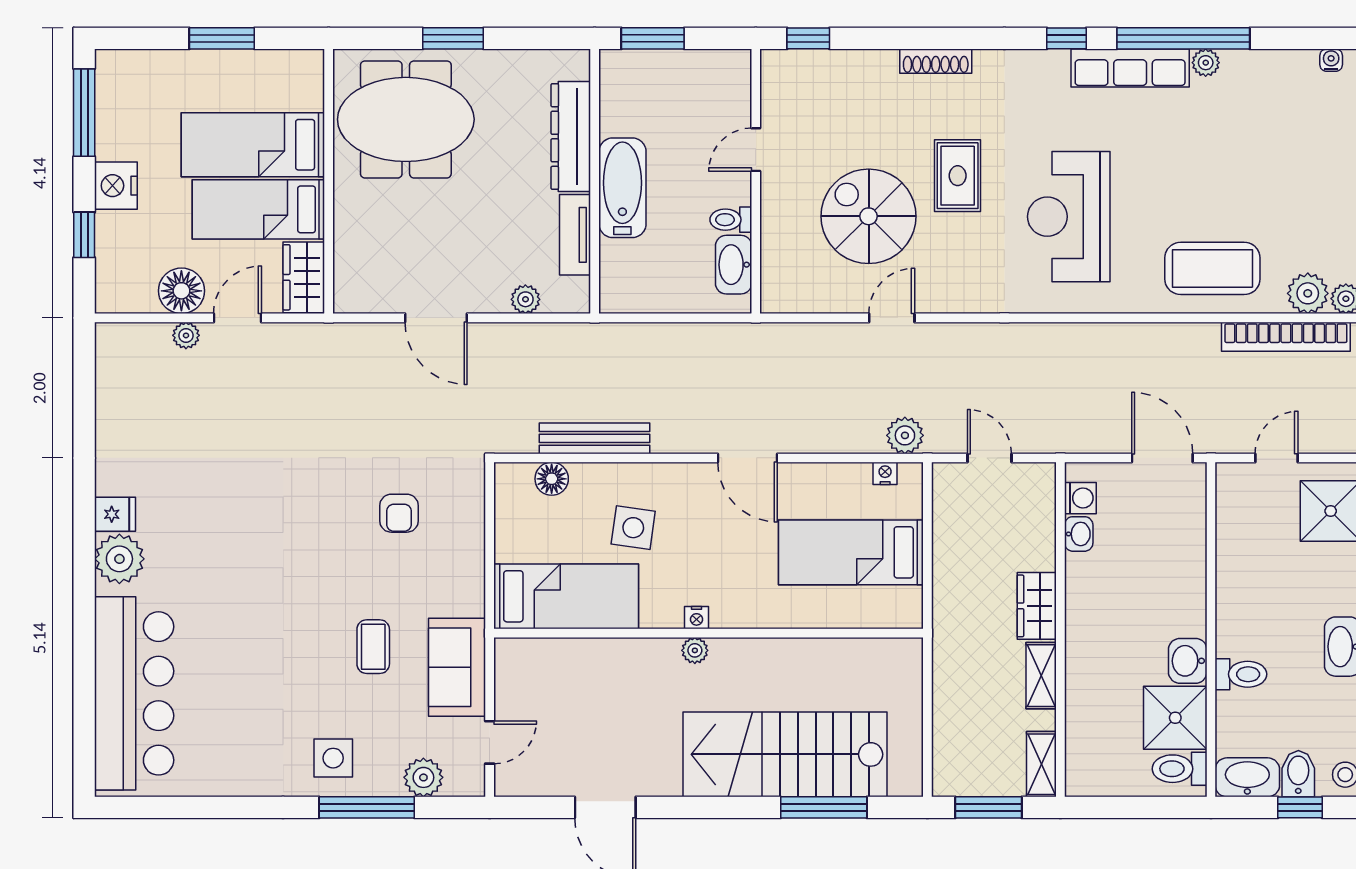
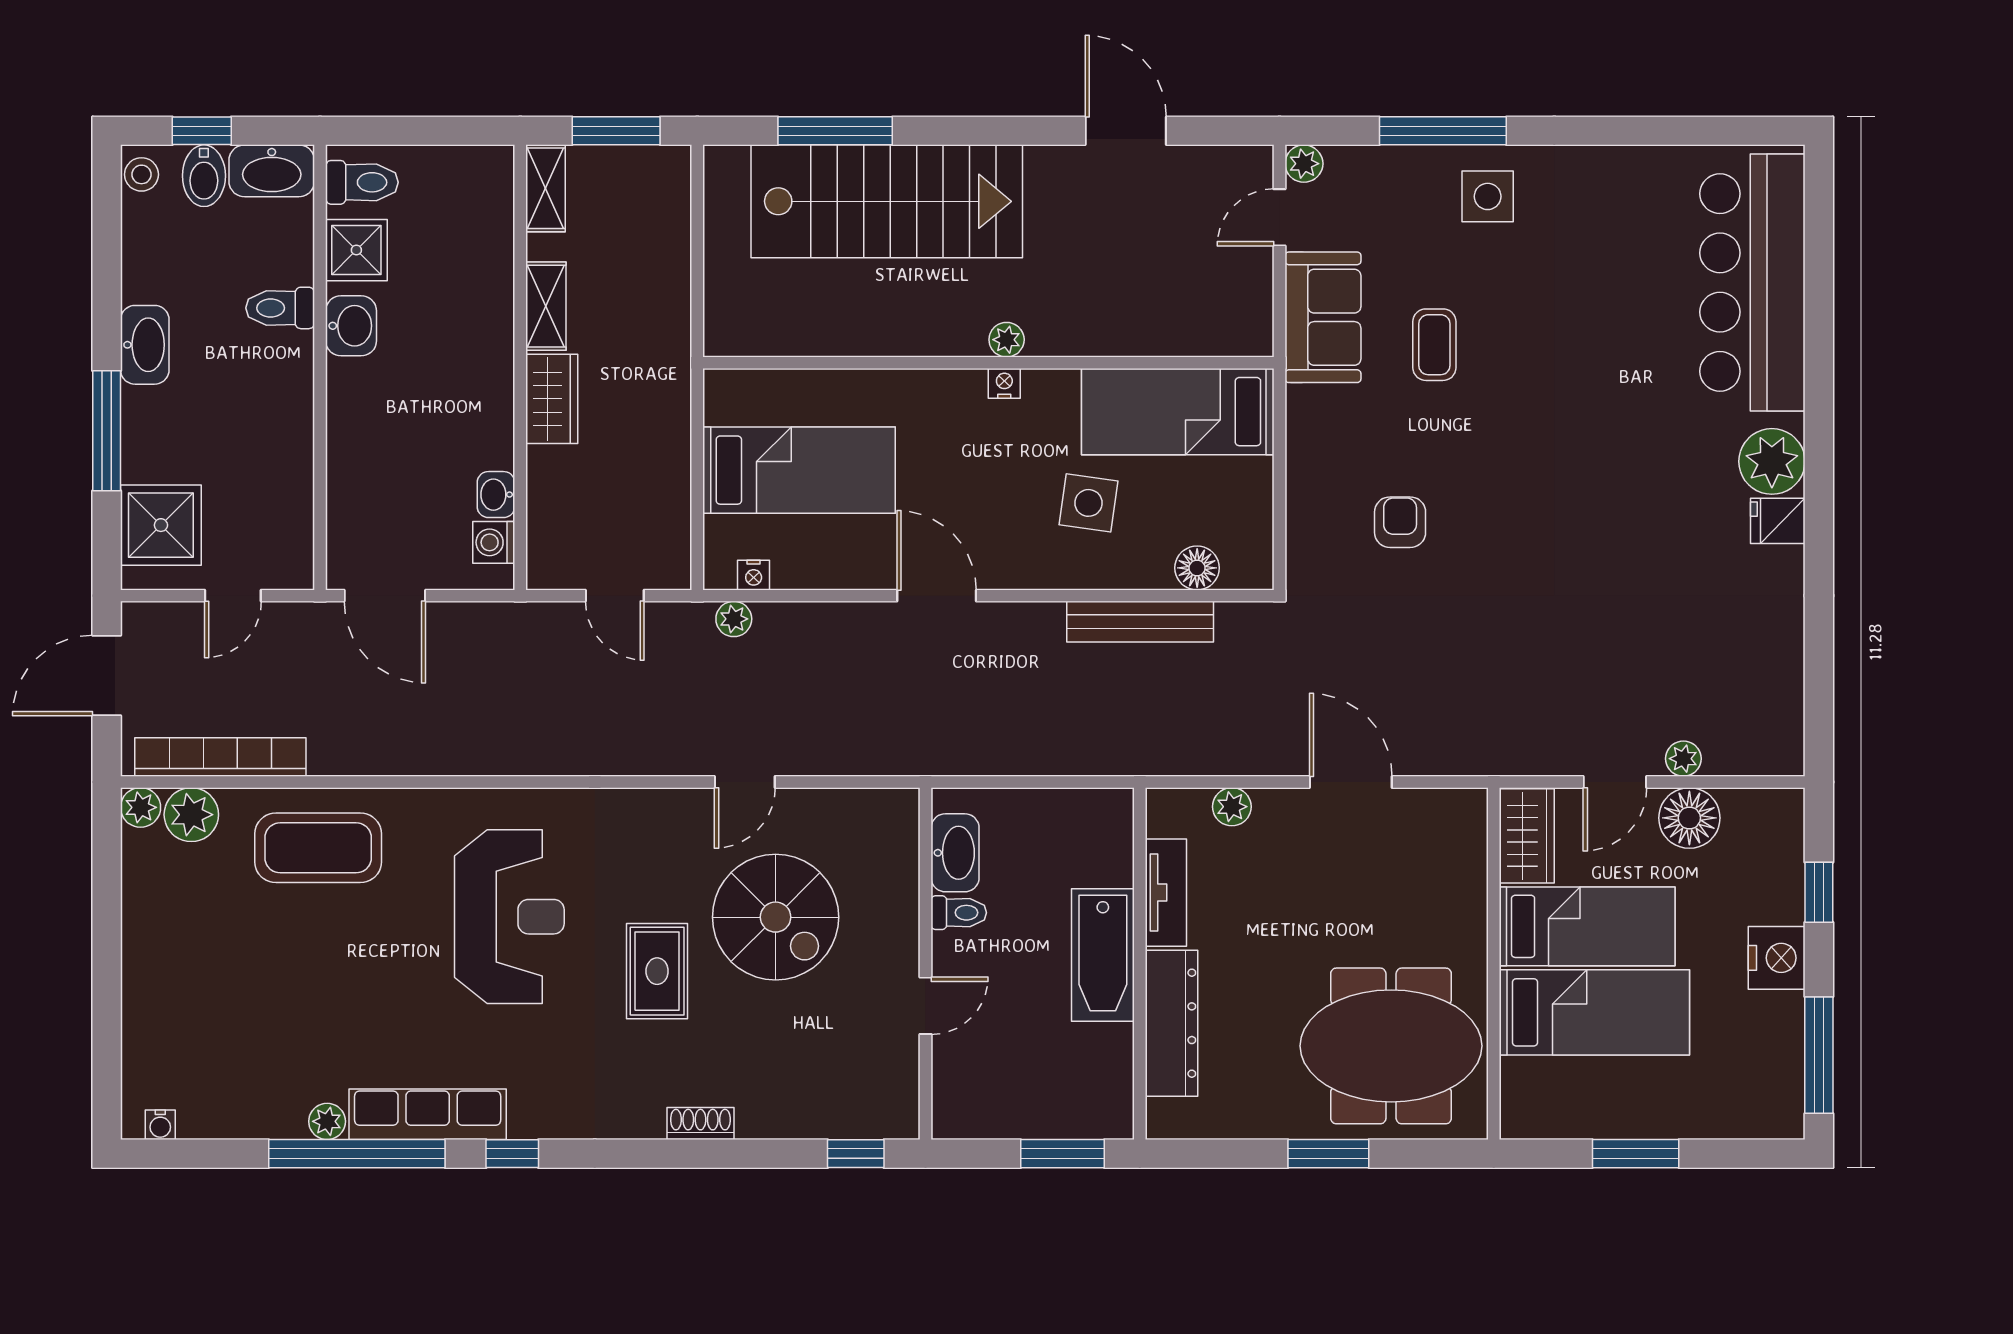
shoe rack: (936, 61) -> (700, 1123), width x0.70
plant: (905, 435) -> (734, 619), width x0.73, depth x0.73
shower: (1175, 718) -> (356, 250), width x0.73, depth x0.73
plant: (423, 777) -> (1304, 164), moved, width x0.73, depth x0.73

